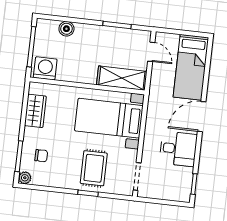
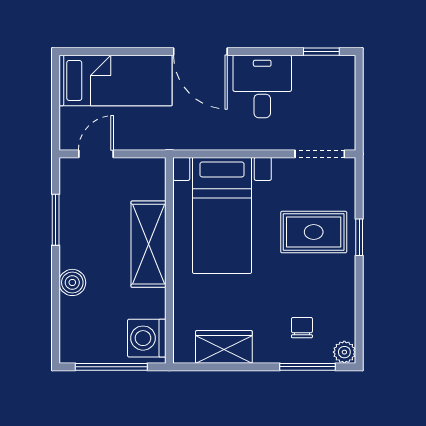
boiler: (66, 29) -> (72, 282), moved
shelving: (122, 78) -> (149, 244), moved

